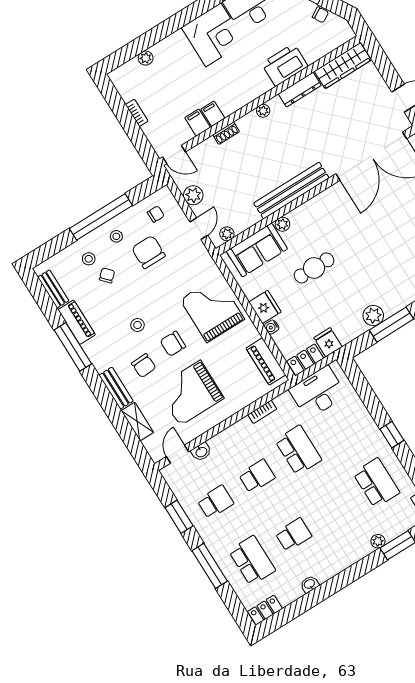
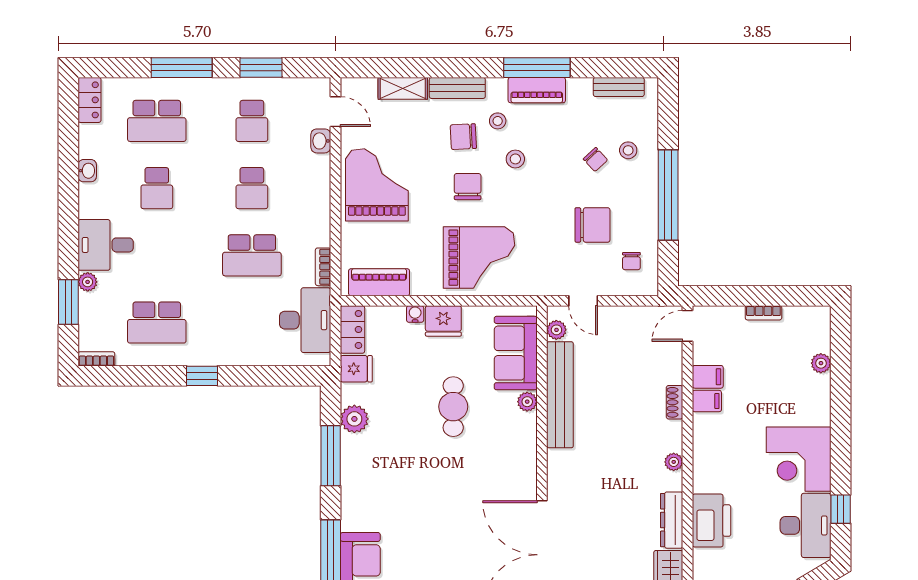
bench: (291, 191) -> (560, 395), moved
plant: (193, 195) -> (626, 319), removed
stool: (116, 236) -> (498, 121), moved
plant: (373, 316) -> (354, 419), moved
piano: (77, 322) -> (537, 90), moved
grand piano: (190, 393) -> (377, 185), moved
bookcase: (262, 412) -> (323, 267), moved
desk: (348, 544) -> (106, 245), added

